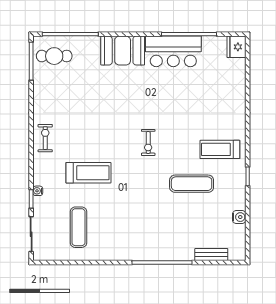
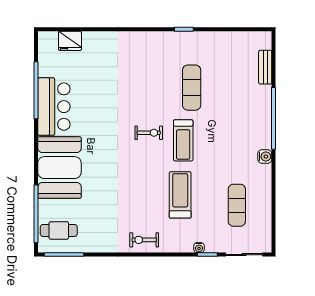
fridge: (236, 47) -> (70, 41), moved
booth: (123, 51) -> (59, 168), width x1.36, depth x1.42
cafe table: (54, 56) -> (59, 230), turned 90
treadmill: (220, 149) -> (183, 140), moved
water cooler: (239, 217) -> (265, 156), moved, turned 90
exercise mat: (78, 227) -> (237, 205), turned 90

